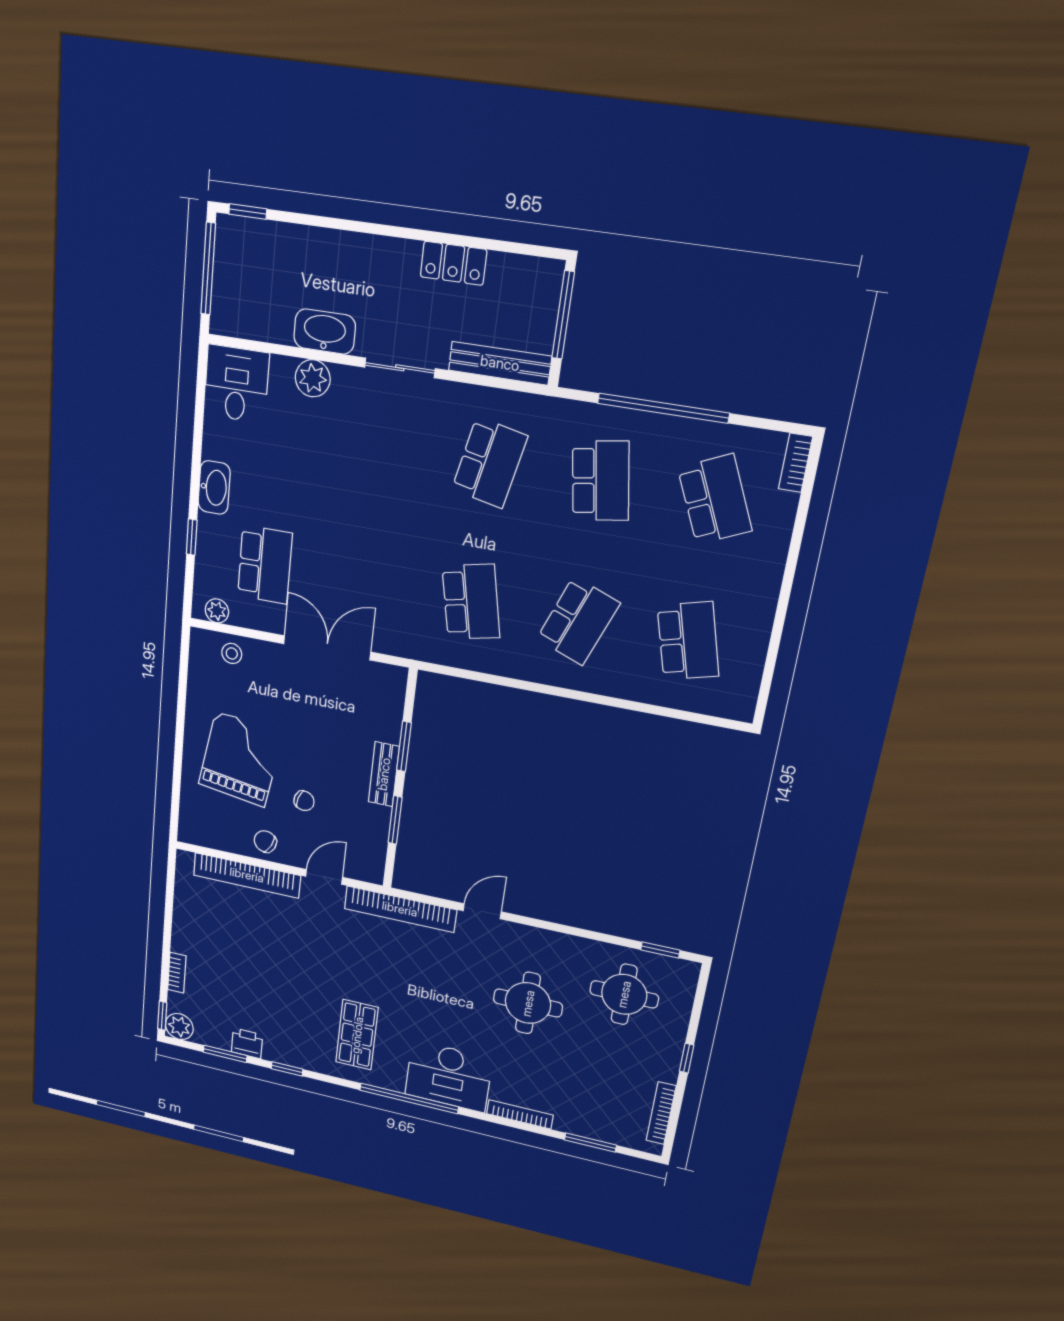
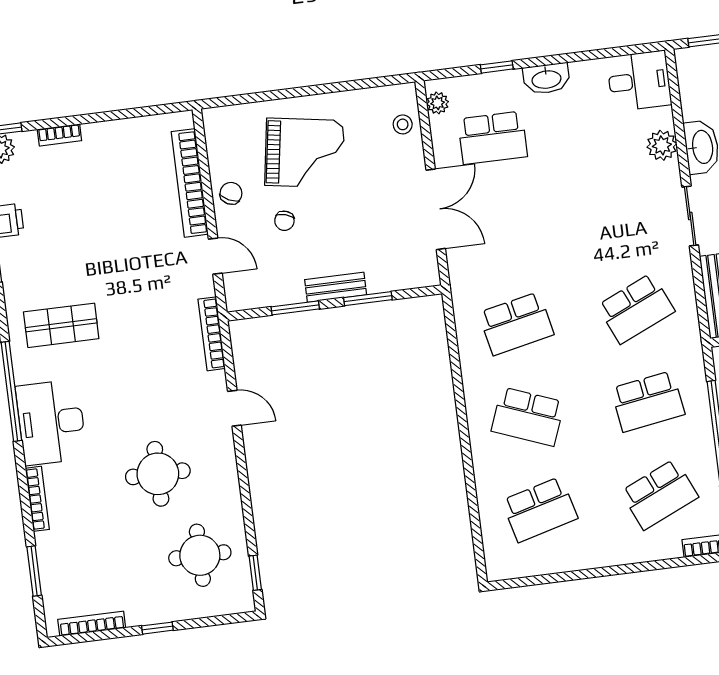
school desk: (489, 463) -> (636, 308), turned -36
bookcase: (400, 909) -> (212, 334), width x0.68, depth x0.76

